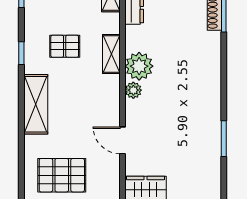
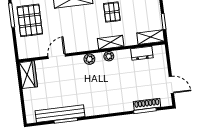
plant: (139, 66) -> (109, 56), width x0.53, depth x0.53
bench: (212, 146) -> (60, 114), added

